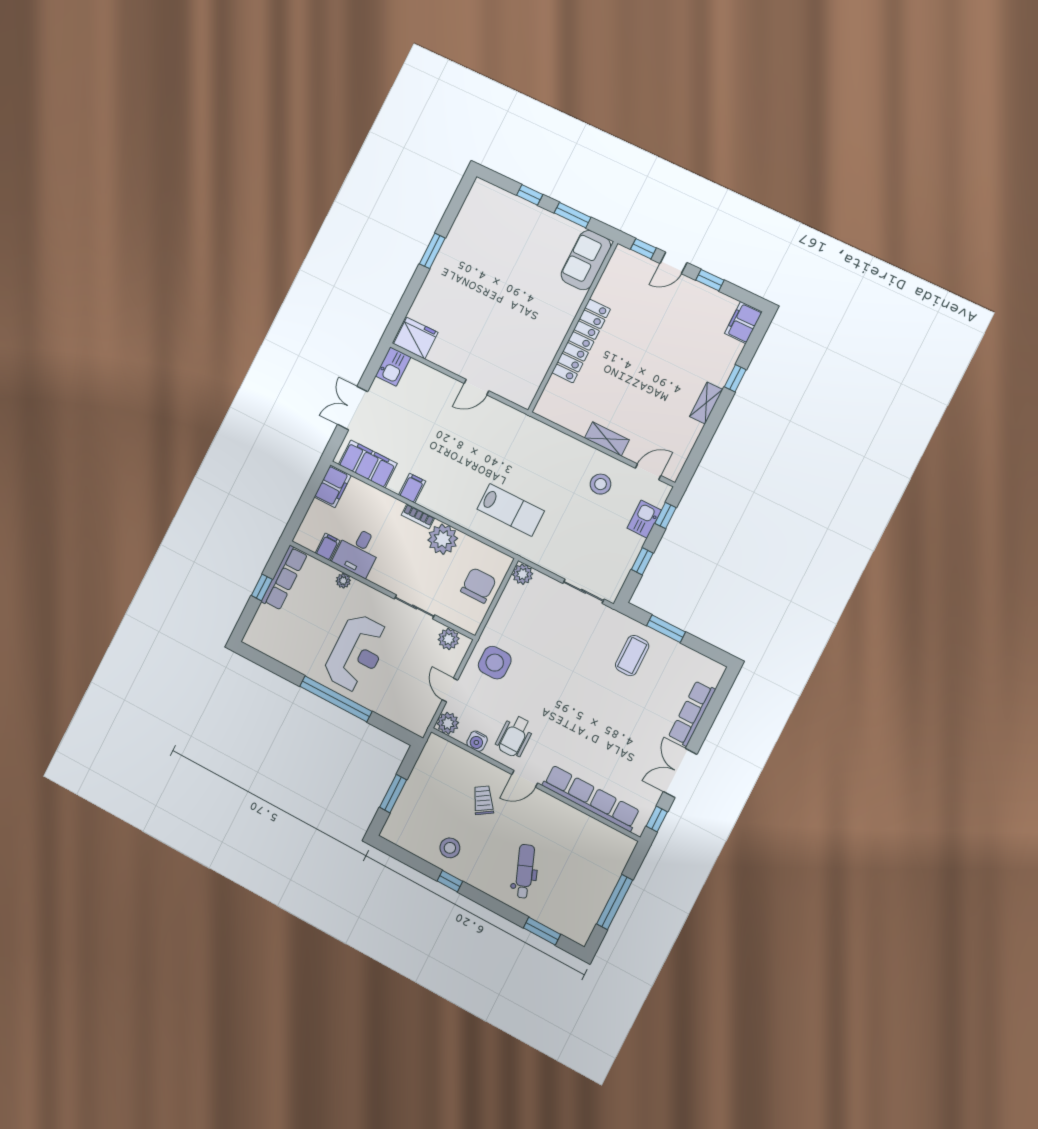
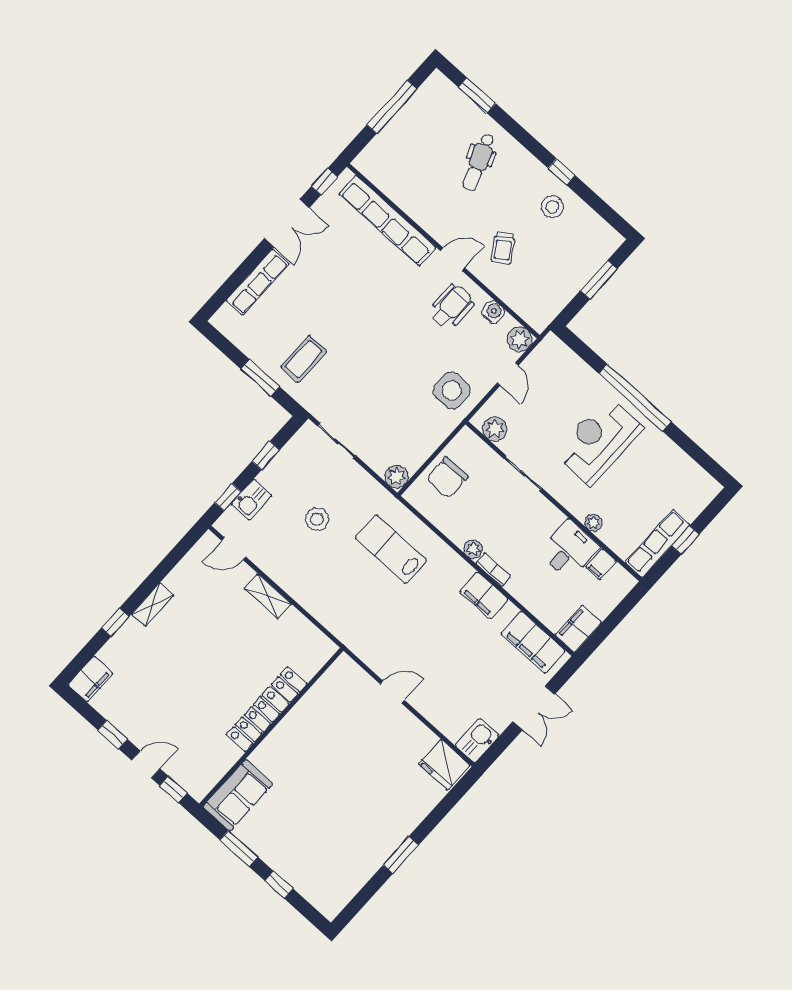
stool: (601, 484) -> (317, 519), moved
filing cabinet: (412, 488) -> (484, 595), width x2.00
plant: (443, 539) -> (473, 549), width x0.53, depth x0.53

